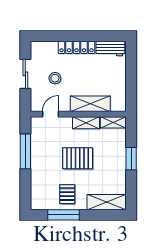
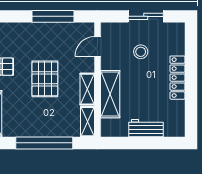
workbench: (110, 49) -> (146, 128), moved, turned 90
door: (50, 114) -> (98, 46), swing flipped
window: (131, 159) -> (44, 143), width x2.11

